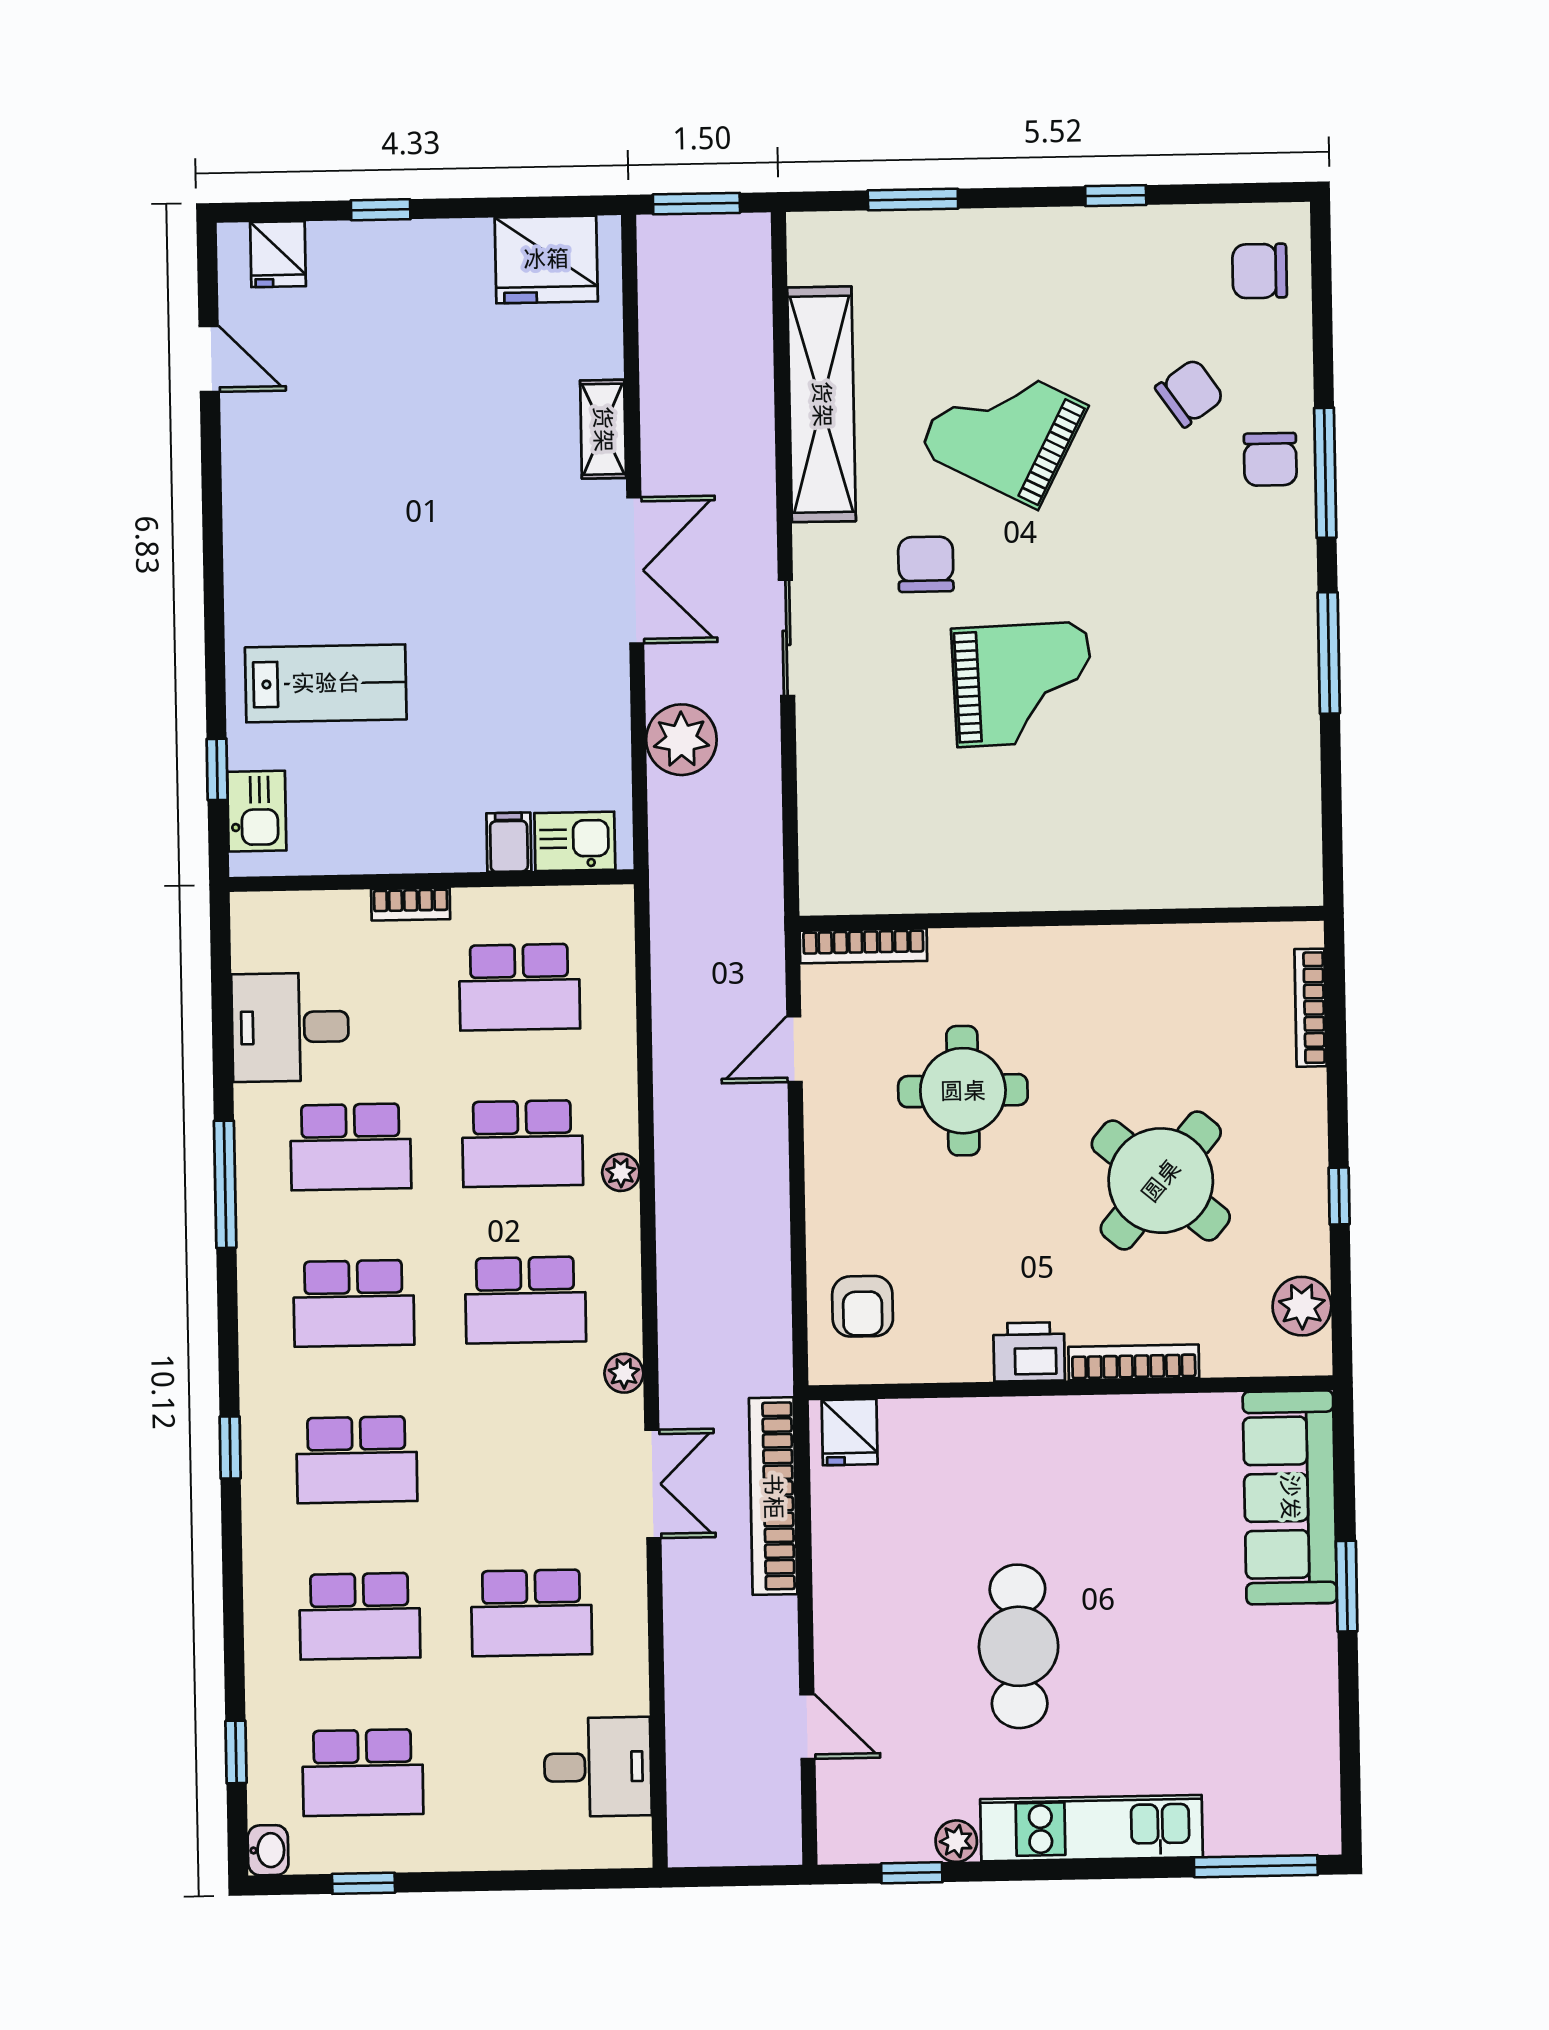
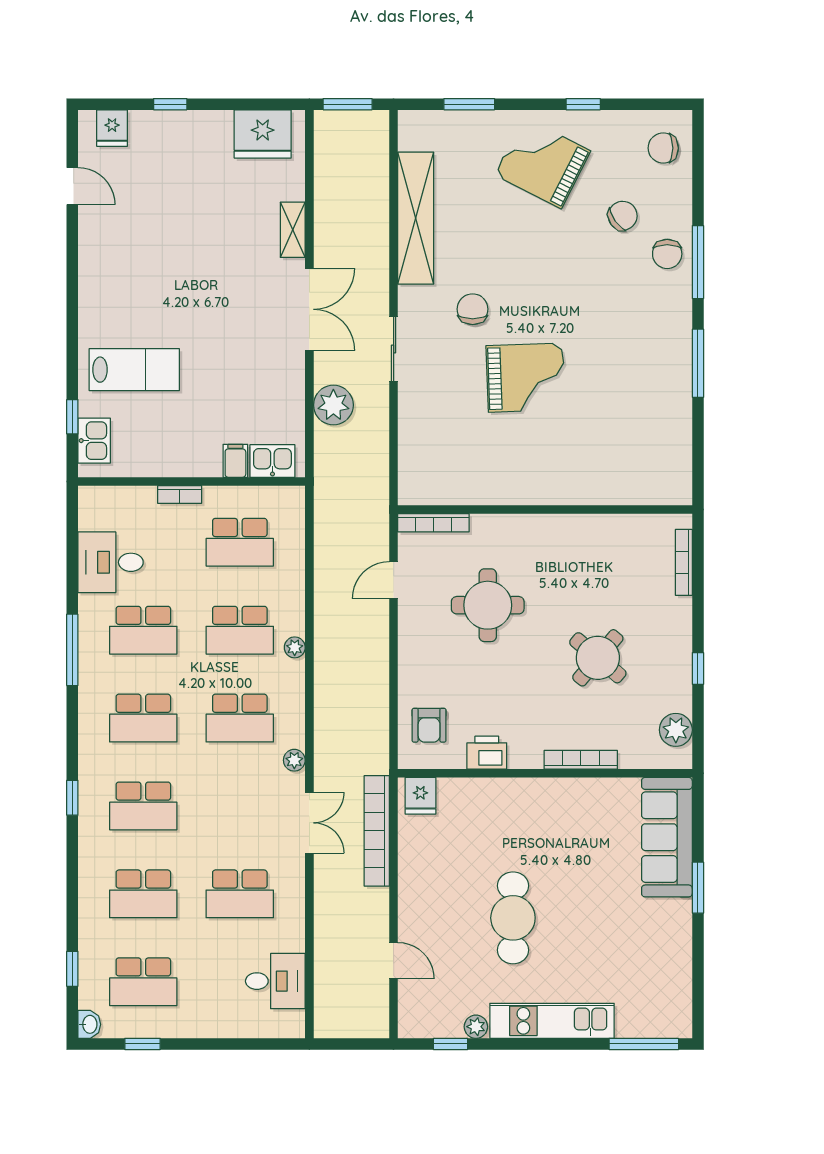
grand piano: (1003, 429) -> (542, 163), moved
round table: (1161, 1181) -> (598, 658), width x0.73, depth x0.73
printer: (1029, 1352) -> (487, 753), moved

